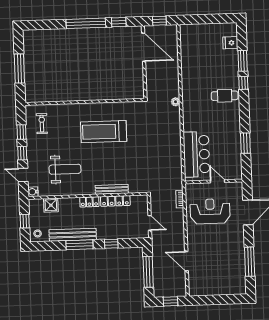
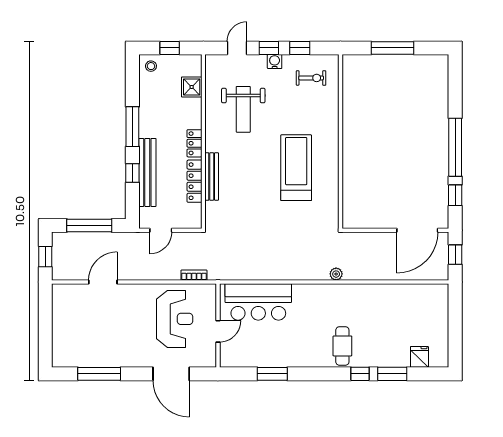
water cooler: (33, 192) -> (275, 62), moved
bench: (73, 235) -> (147, 172), moved

